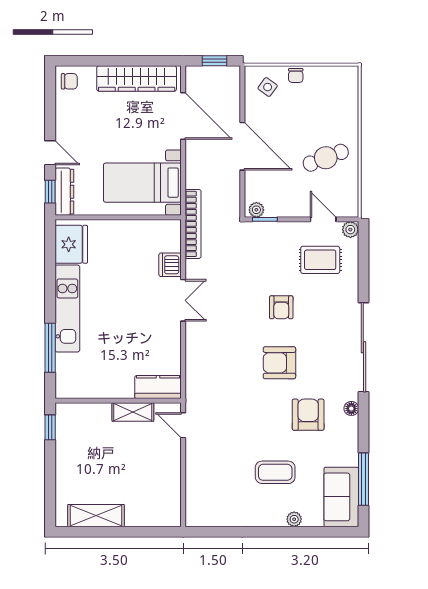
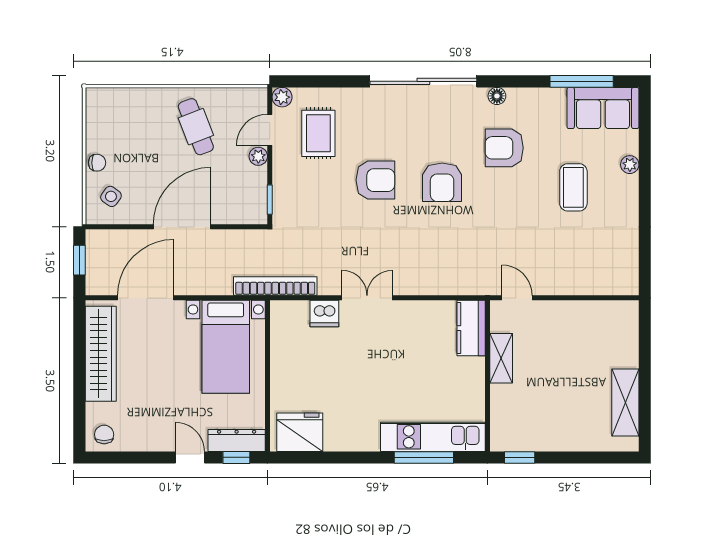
door: (50, 153) -> (190, 457), hinge flipped
plant: (256, 210) -> (258, 156), moved
armchair: (281, 307) -> (375, 180), width x1.38, depth x1.38
kitchen unit: (67, 308) -> (433, 437), moved
door: (183, 425) -> (517, 298), swing flipped

